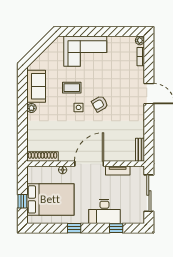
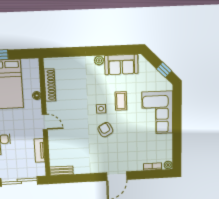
window: (43, 44) -> (164, 70), added
shoe rack: (42, 157) -> (50, 85), moved
door: (89, 164) -> (45, 122), width x0.53

